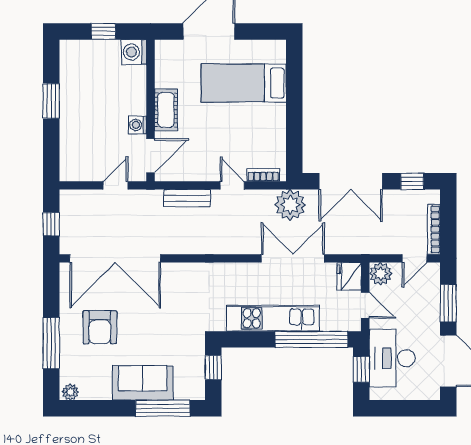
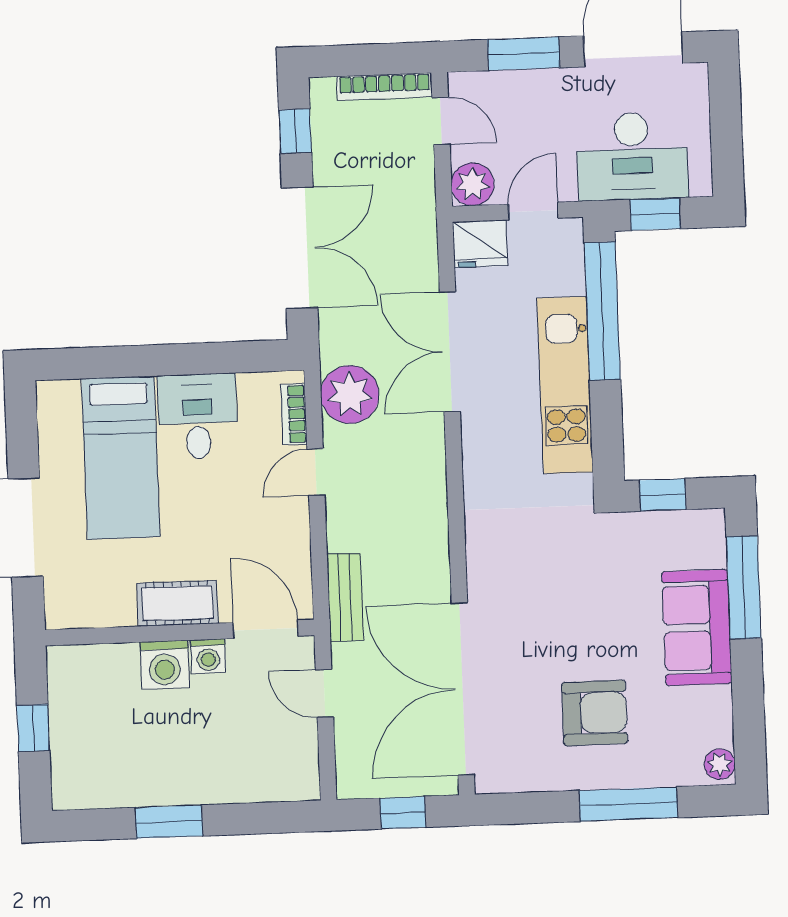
washing machine: (134, 52) -> (165, 665), moved
desk: (264, 124) -> (198, 416), added
bench: (187, 198) -> (345, 597), moved
plant: (290, 205) -> (350, 395), moved
double door: (115, 258) -> (463, 689), swing flipped

